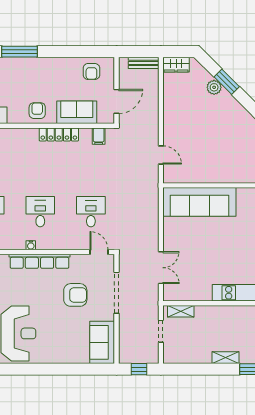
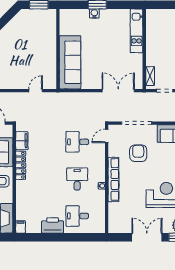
filing cabinet: (99, 136) -> (22, 141), width x2.00
desk: (40, 212) -> (77, 179), turned 90
double door: (161, 268) -> (118, 91), width x1.37

